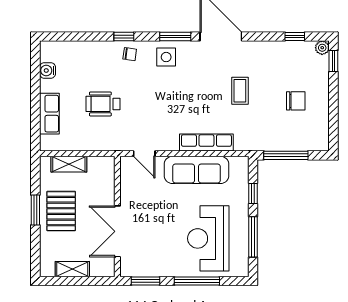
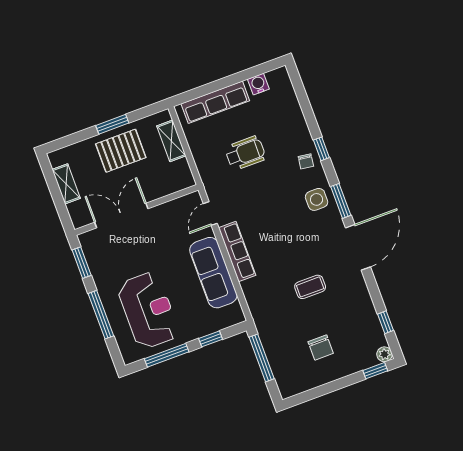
wheelchair: (103, 104) -> (245, 153), turned 90
row of seats: (49, 114) -> (215, 102), width x1.48
row of seats: (206, 143) -> (237, 251), moved
reception desk: (208, 238) -> (148, 310), turned 90

